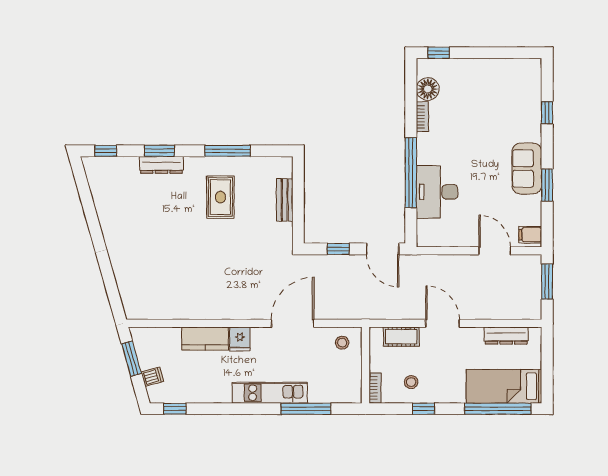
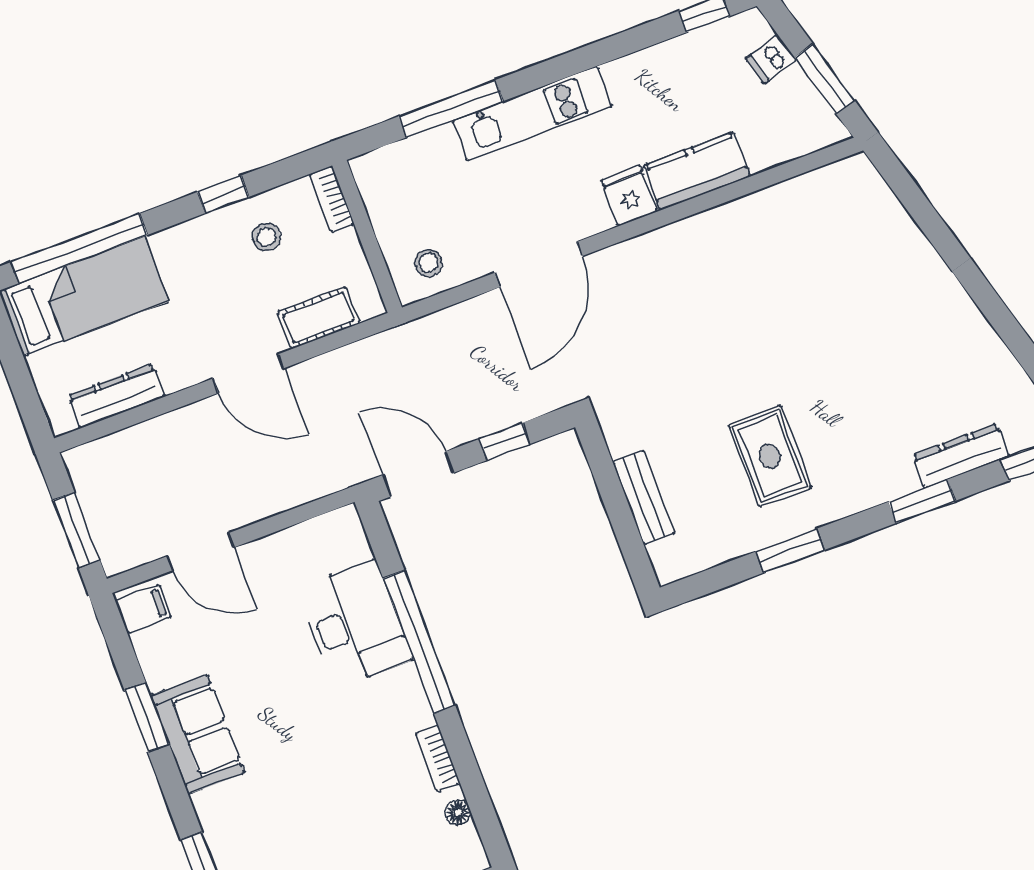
floor lamp: (428, 89) -> (458, 812), width x0.53, depth x0.53
window: (227, 151) -> (790, 551), width x0.69
dresser: (161, 165) -> (961, 456), moved

